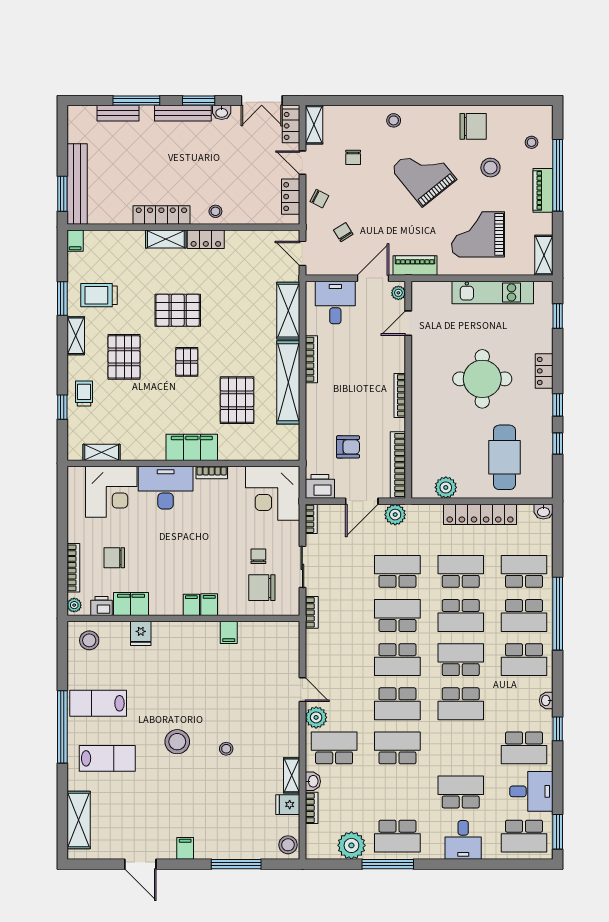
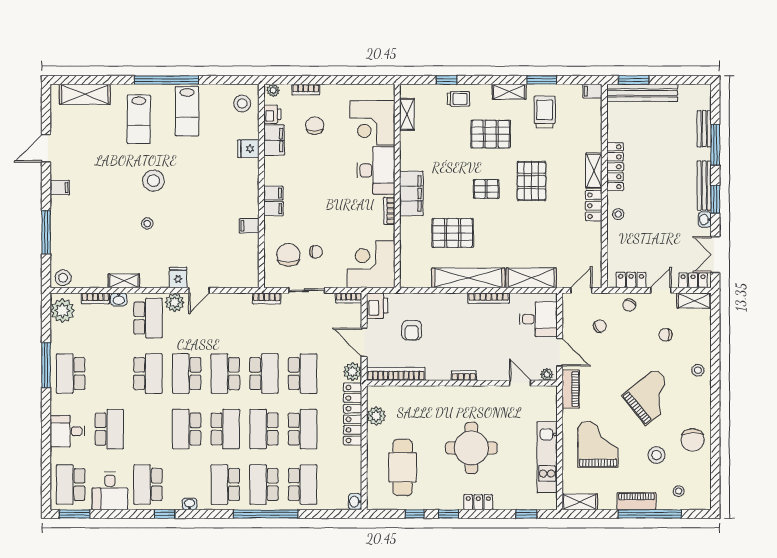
bookcase: (400, 395) -> (464, 376), width x0.64
cafe table: (504, 457) -> (403, 467), turned 90
locker: (480, 514) -> (353, 414), moved
bookcase: (73, 568) -> (306, 90), width x0.64
lab bench: (98, 703) -> (187, 111), turned 180
fridge: (288, 805) -> (178, 277), moved
plant: (351, 845) -> (62, 311), moved

